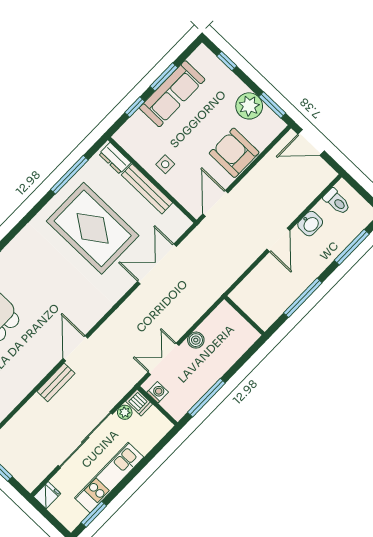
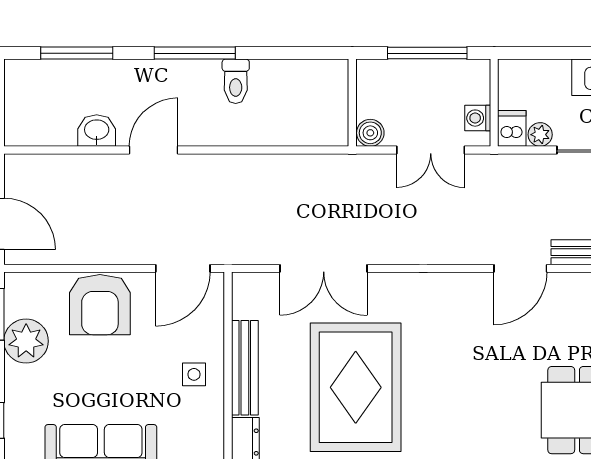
toilet: (337, 201) -> (236, 81), moved, turned 180
wall: (244, 316) -> (352, 103), moved

